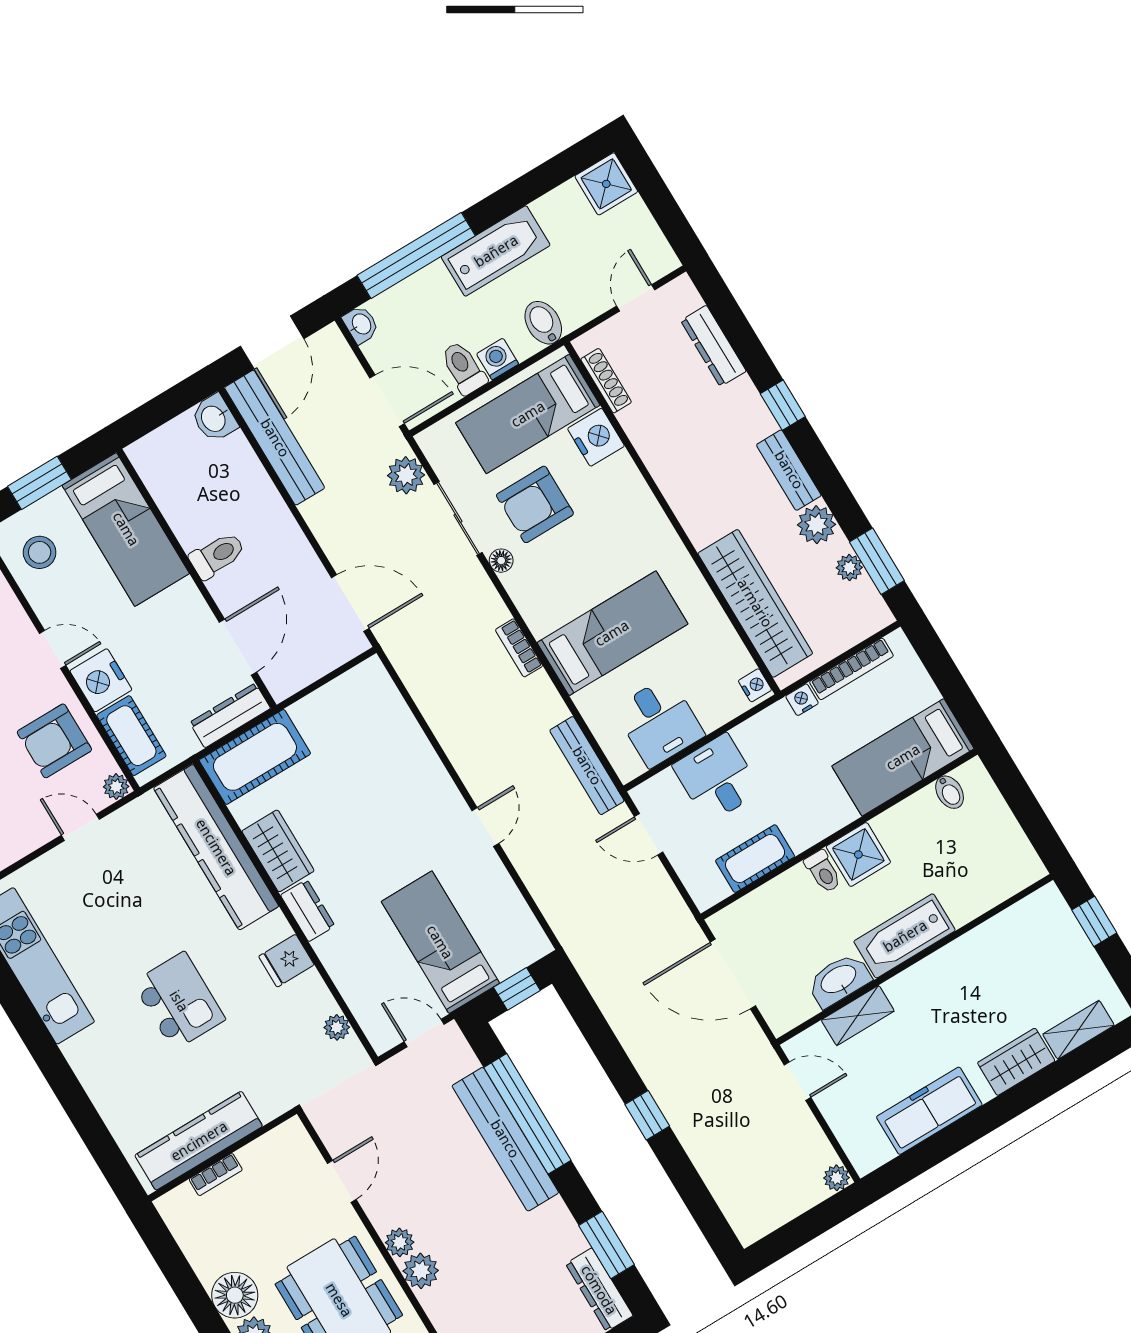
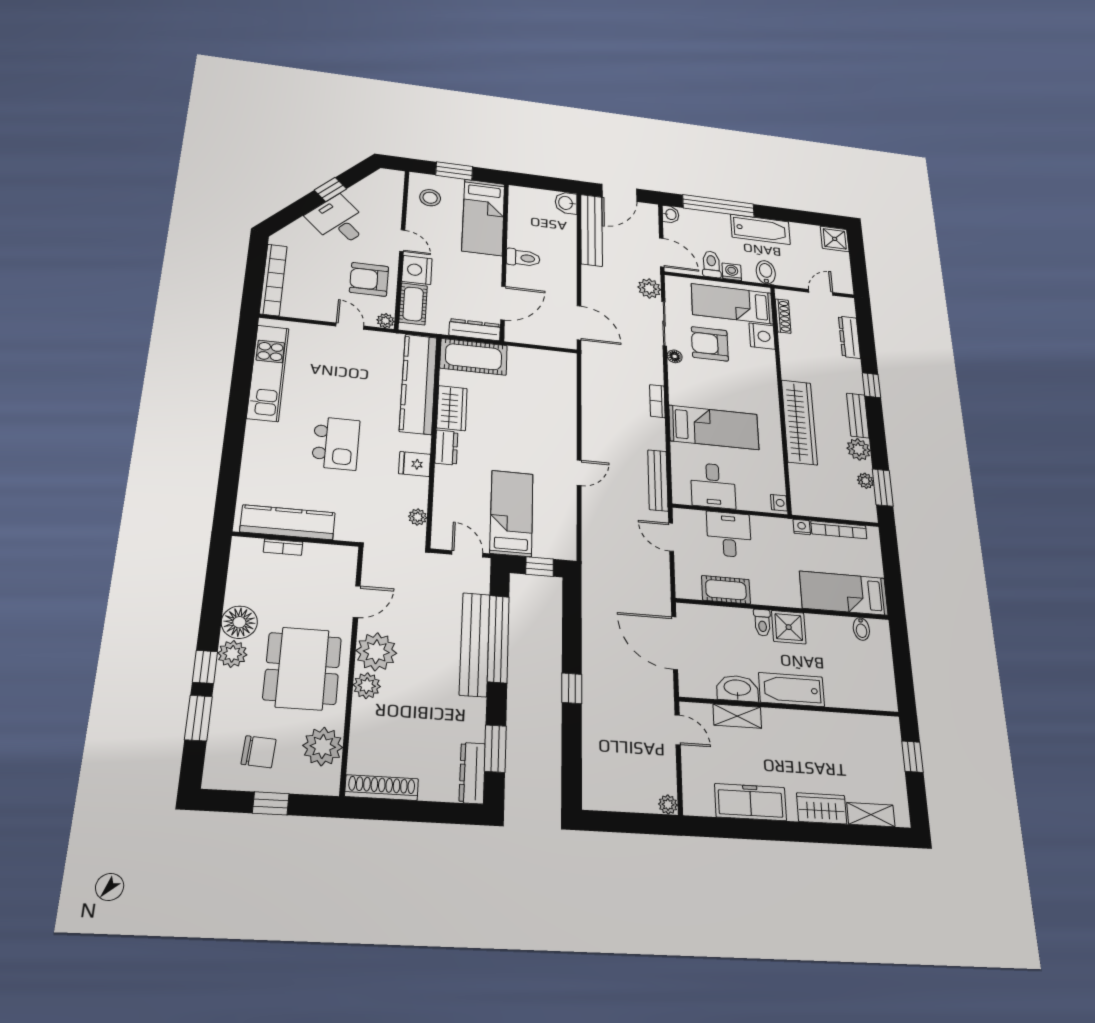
wardrobe: (755, 603) -> (799, 422), moved
plant: (400, 1242) -> (376, 652), width x1.88, depth x1.88

